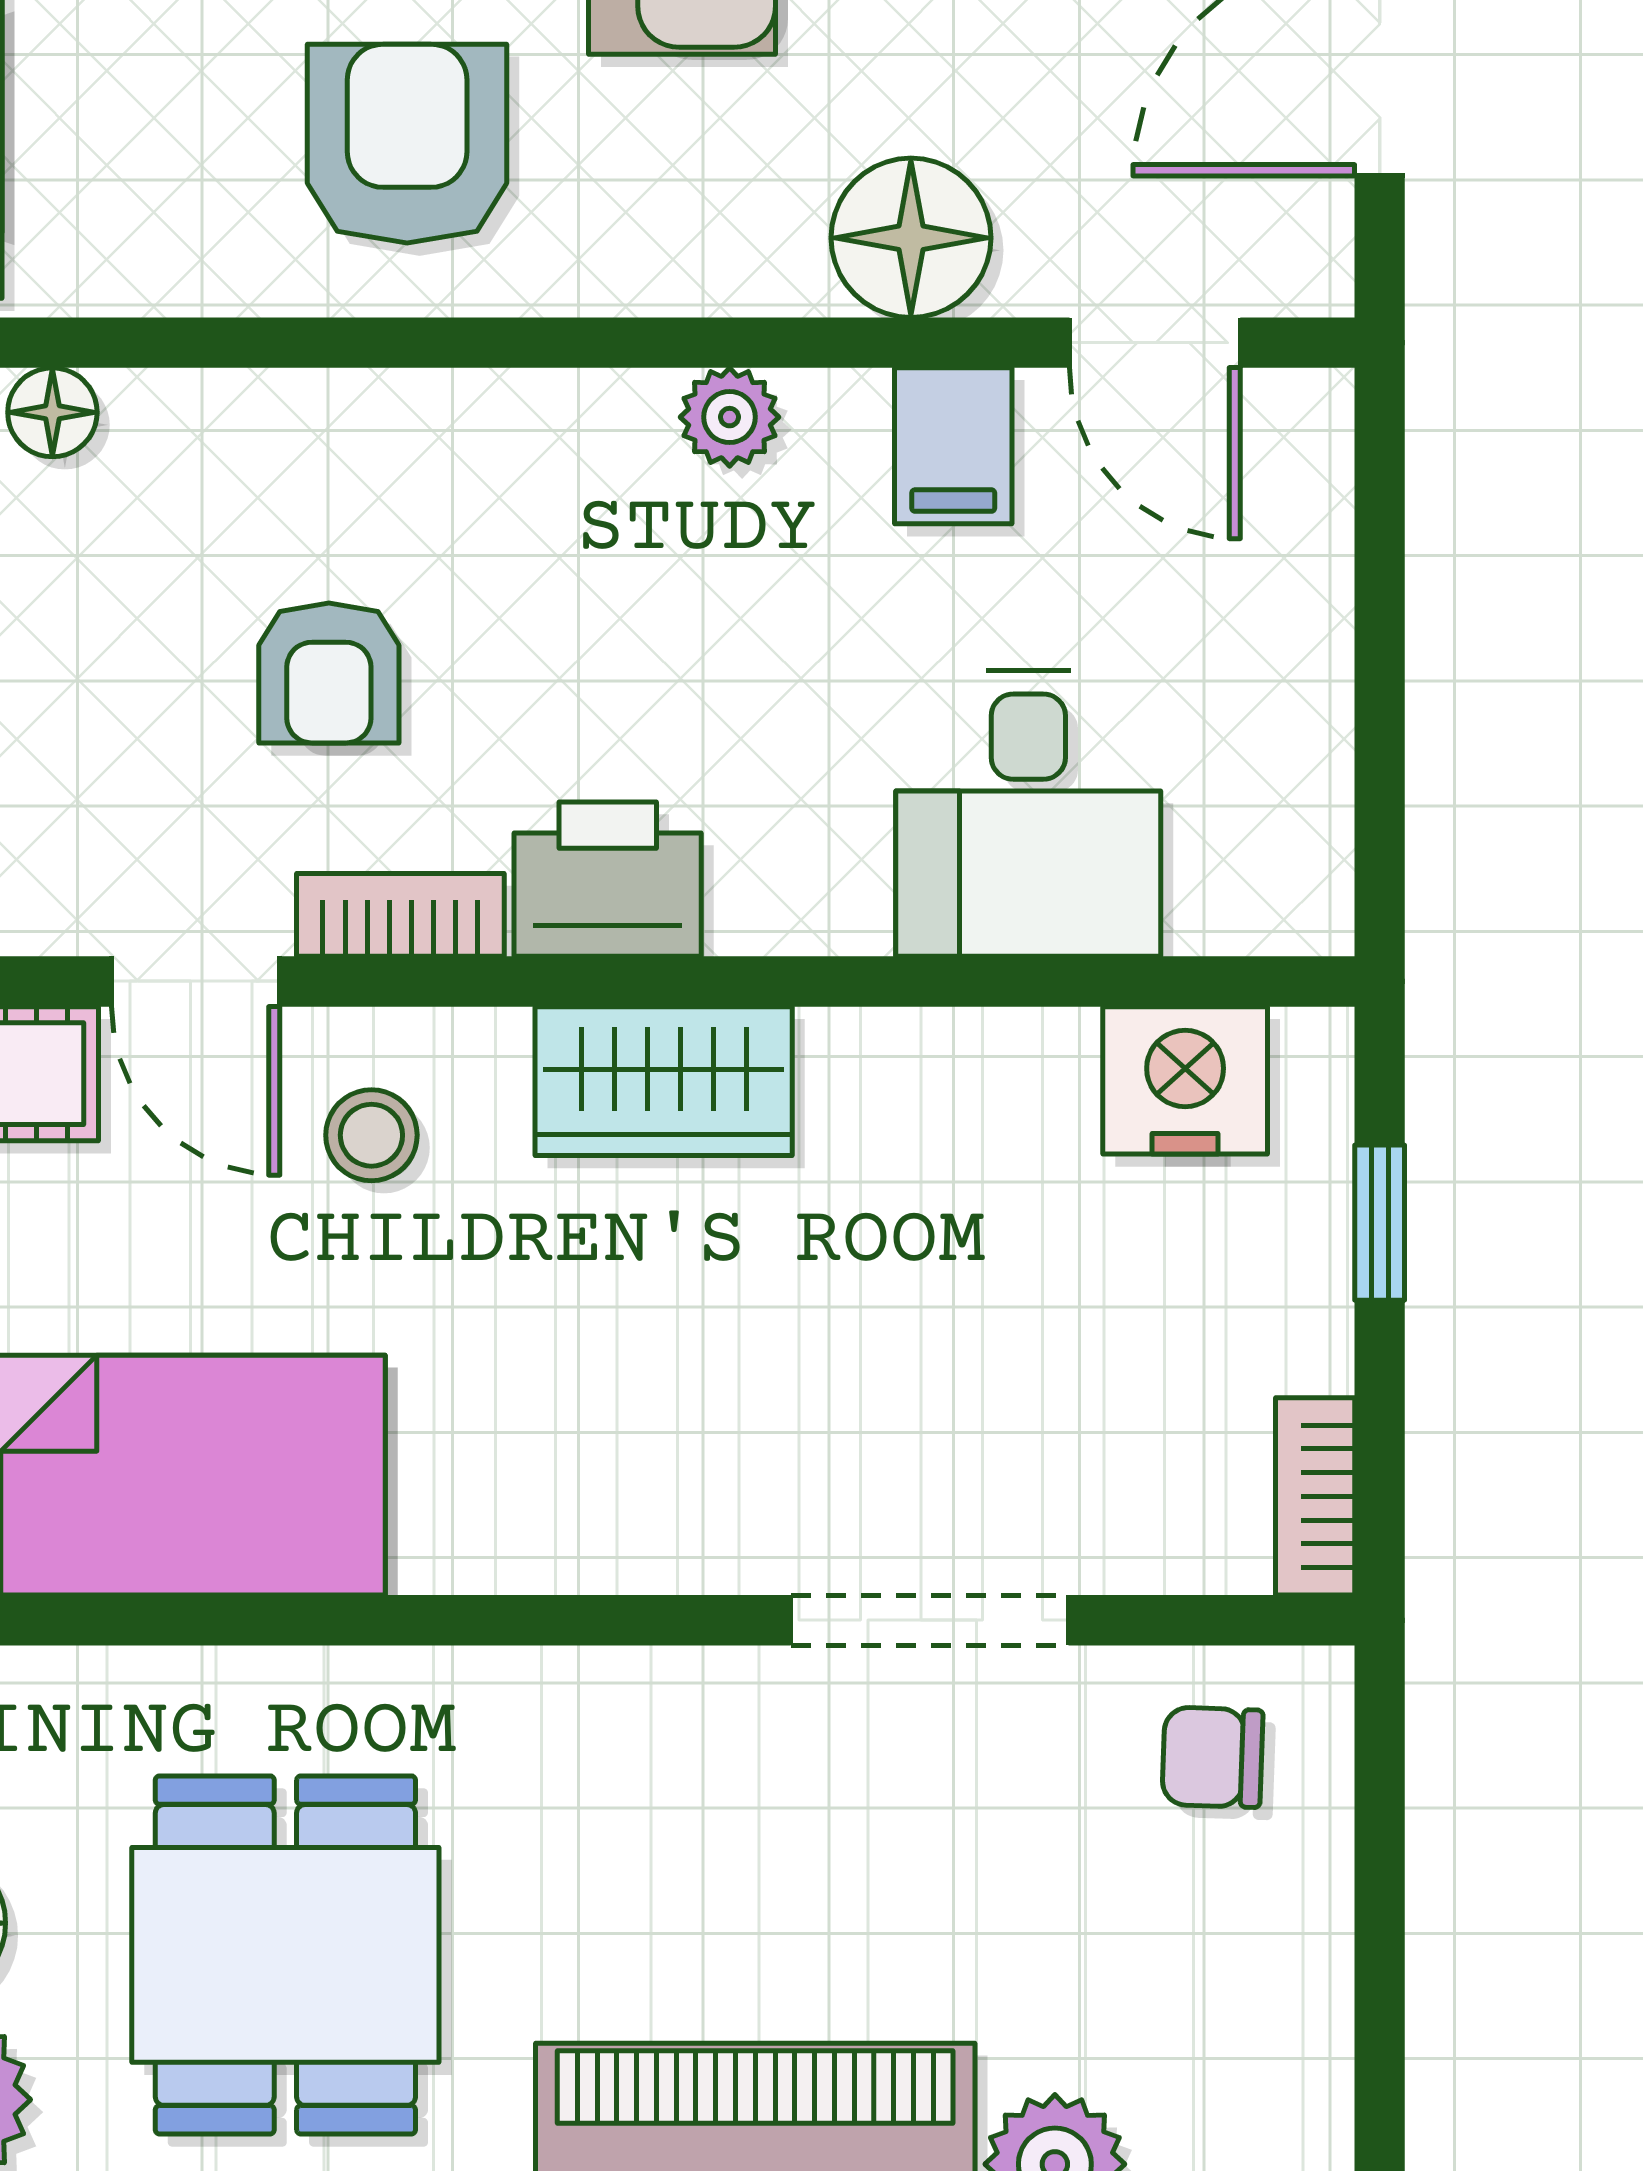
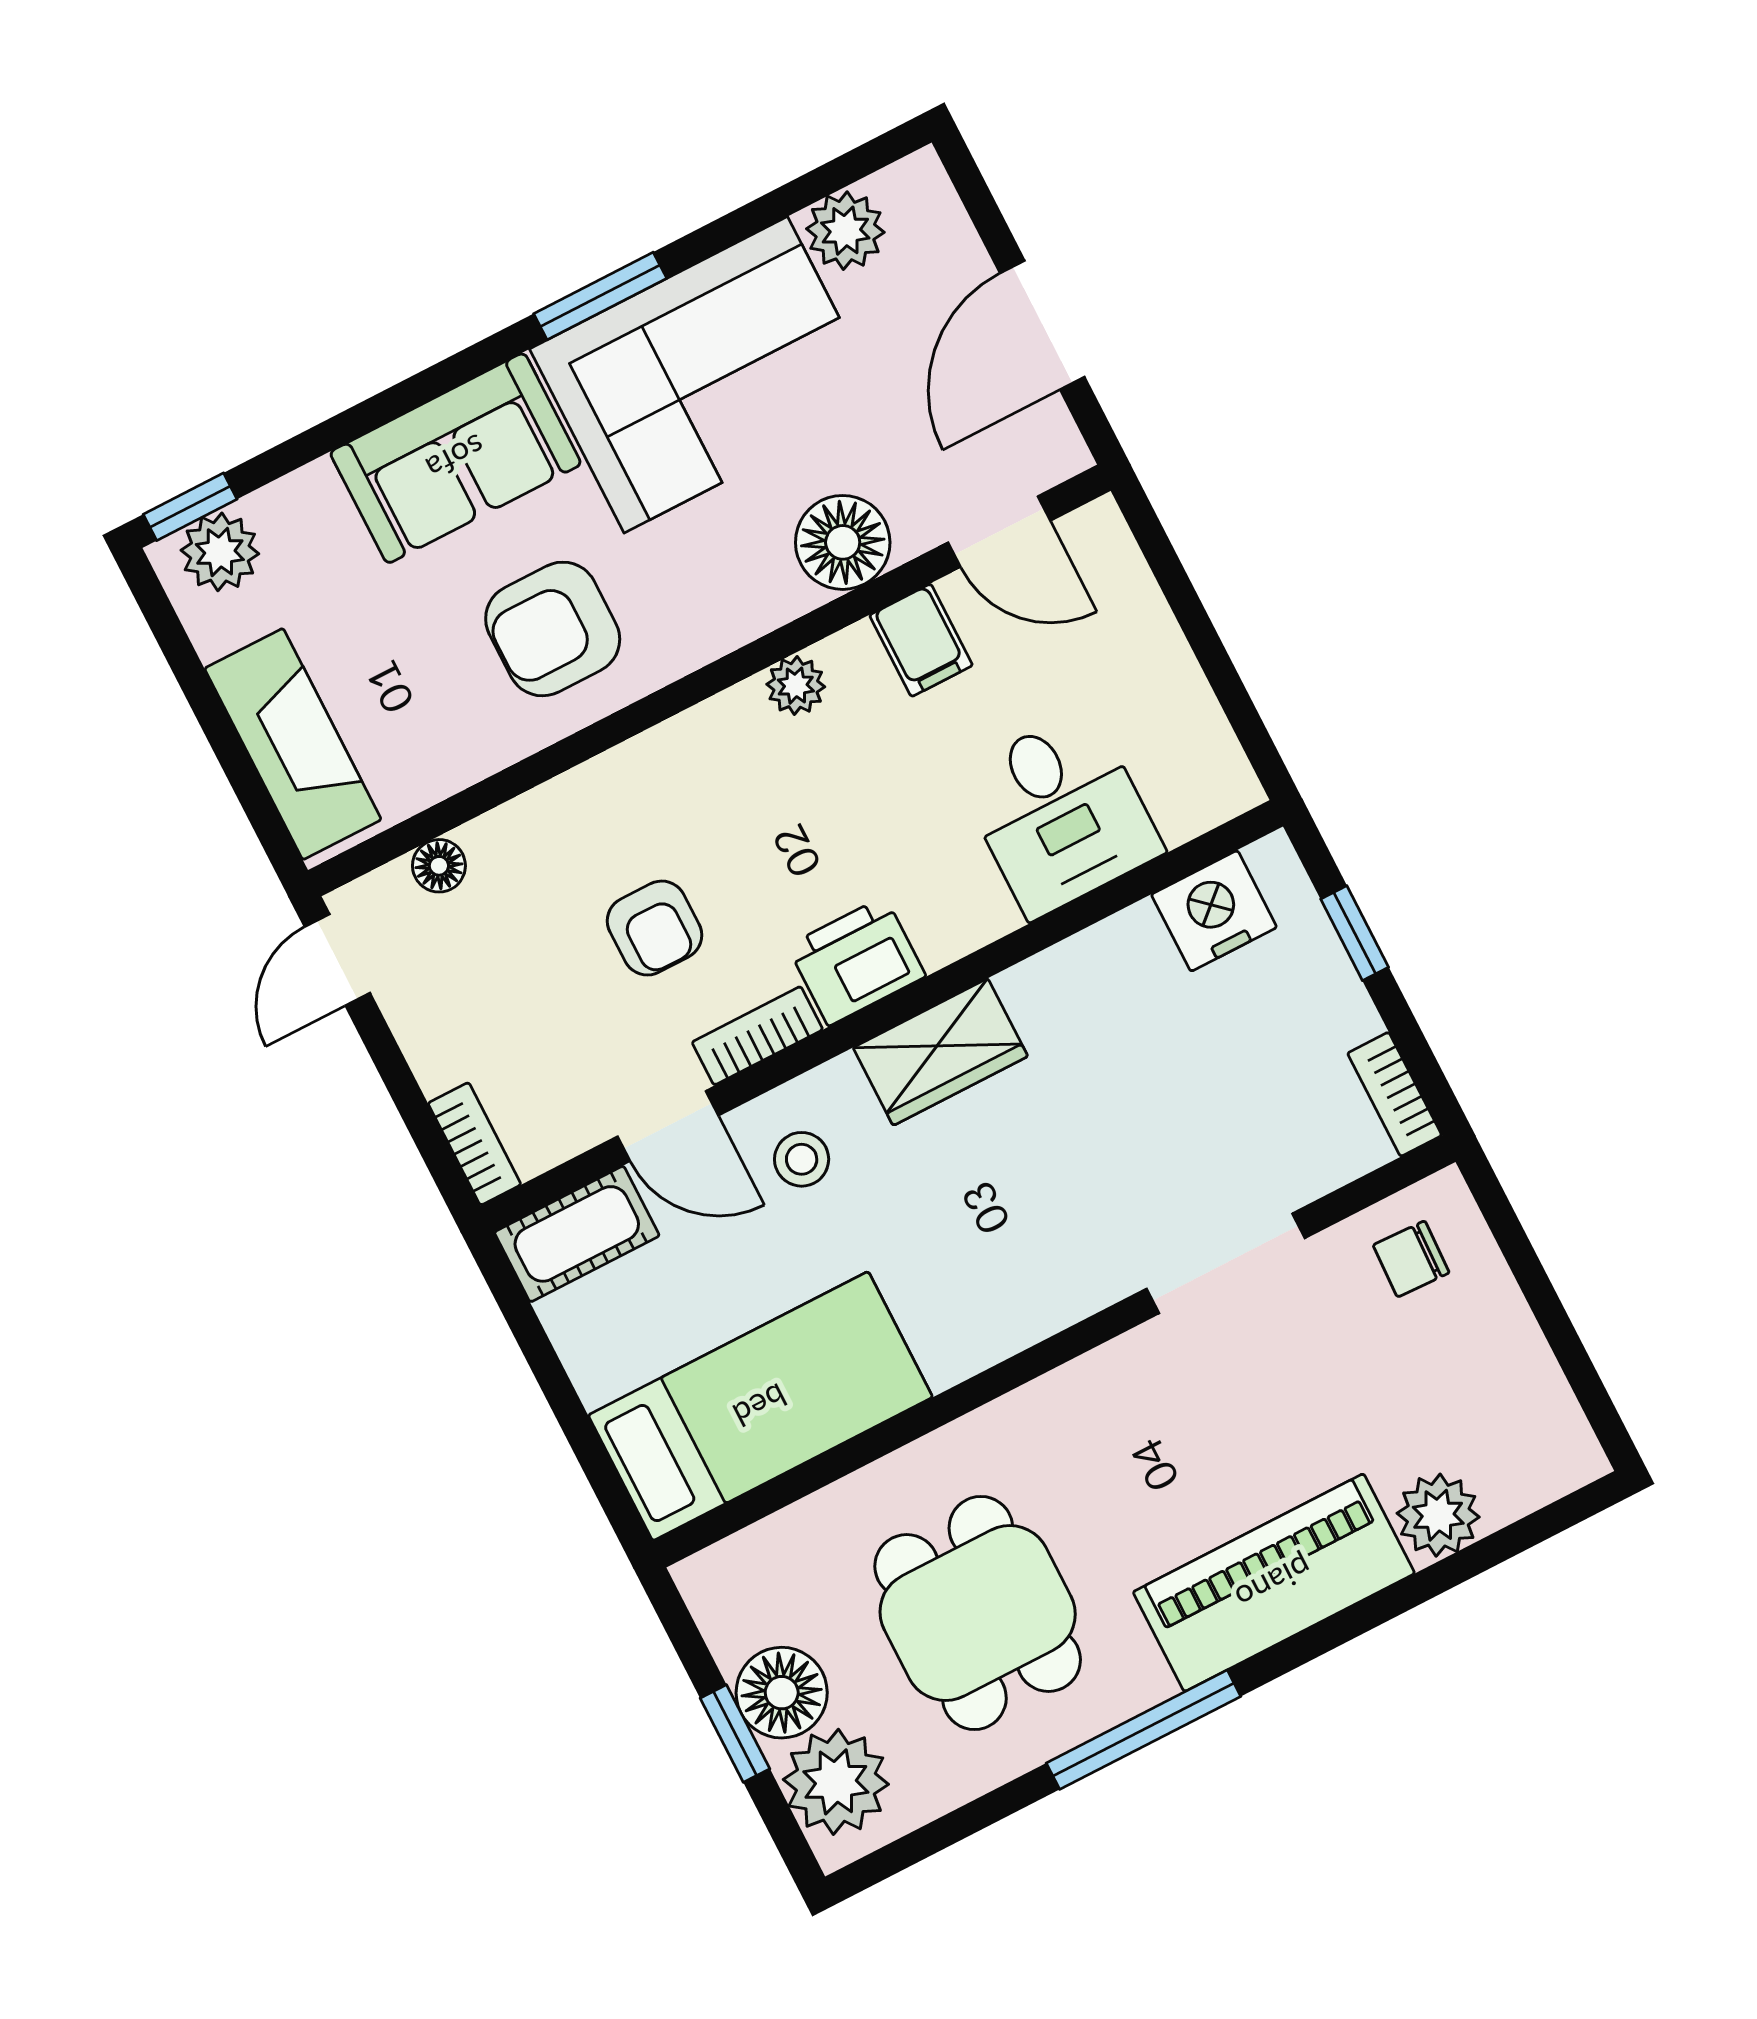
armchair: (407, 144) -> (553, 629), turned -90

